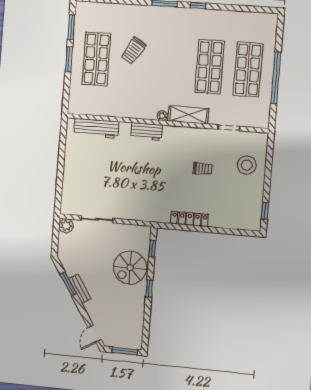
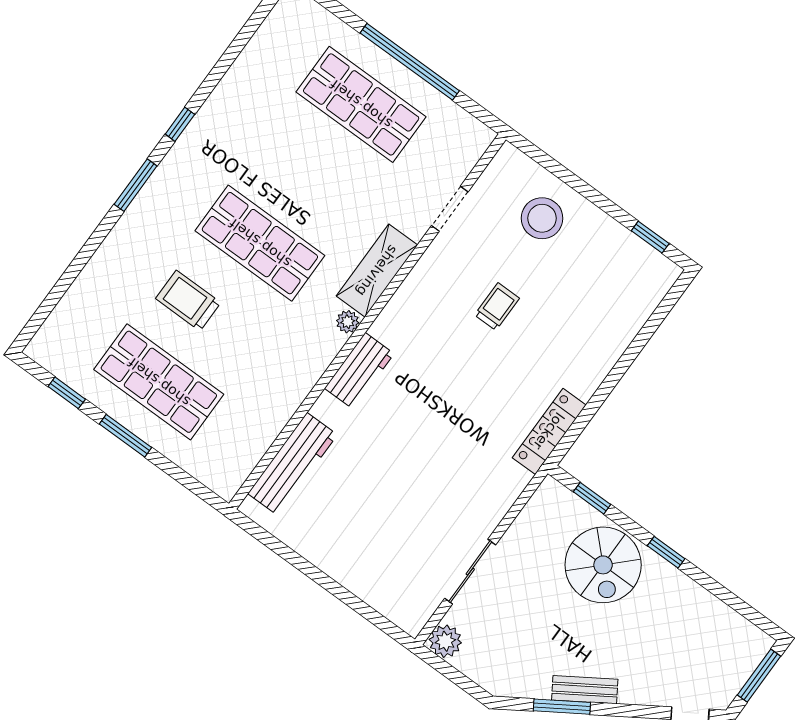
window: (71, 27) -> (67, 393), width x0.67
trolley: (133, 51) -> (188, 301), turned 149
shop shelf: (210, 67) -> (260, 243), moved
locker: (190, 219) -> (549, 431), moved

